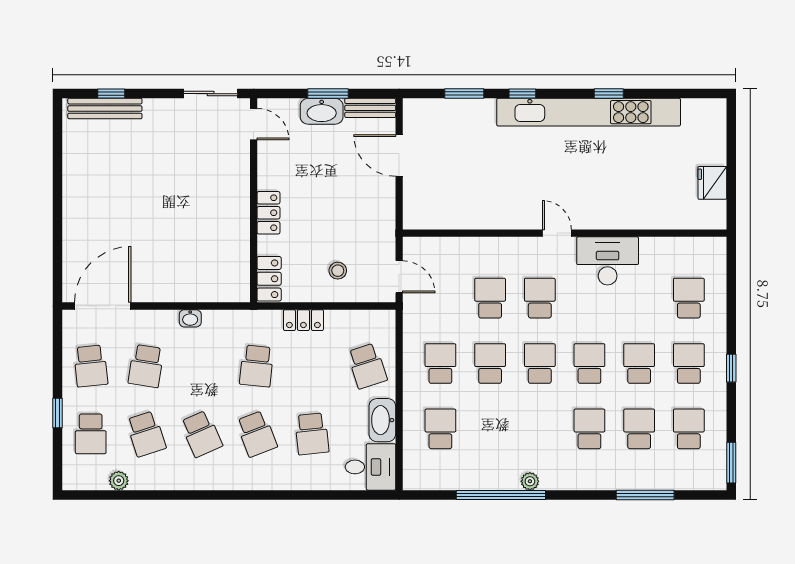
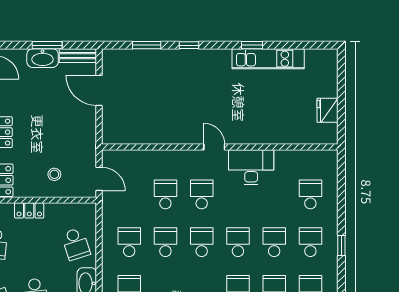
kitchen unit: (589, 112) -> (268, 59), width x0.54

